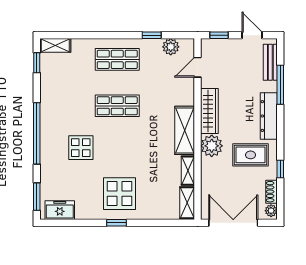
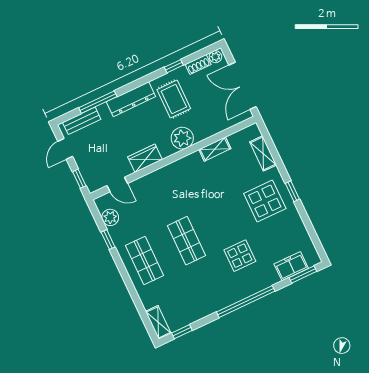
wardrobe: (209, 111) -> (145, 158), width x0.67
shelving: (185, 130) -> (180, 169), removed
shelving: (187, 203) -> (263, 153), moved, turned 90
freezer: (60, 210) -> (291, 266), moved, turned 90

